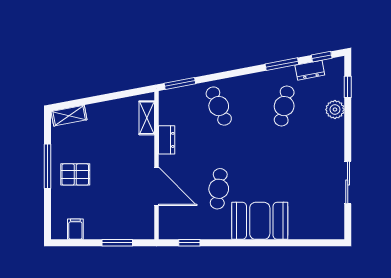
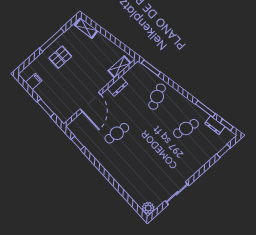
plant: (335, 109) -> (148, 208), moved
pallet: (75, 174) -> (60, 57), turned 90
booth: (260, 221) -> (119, 167), removed

